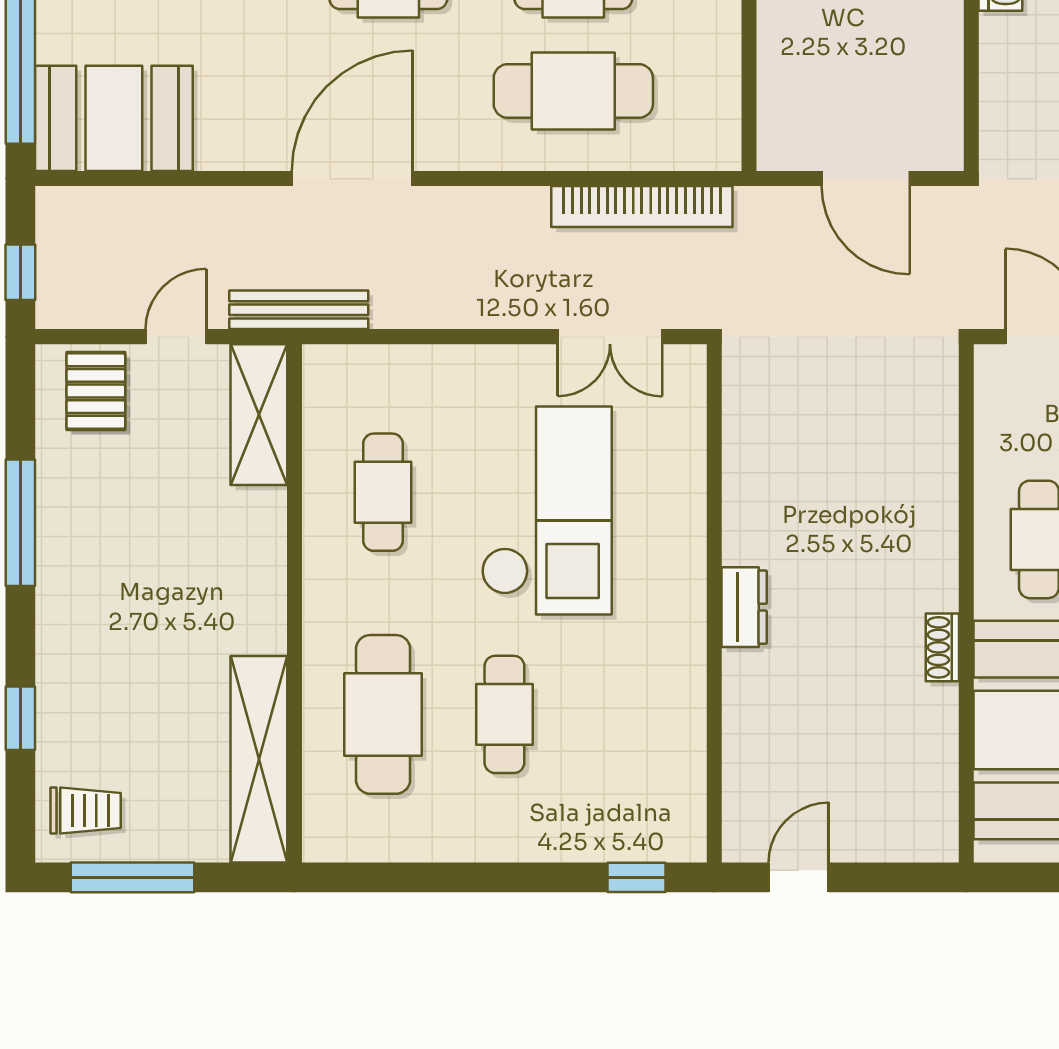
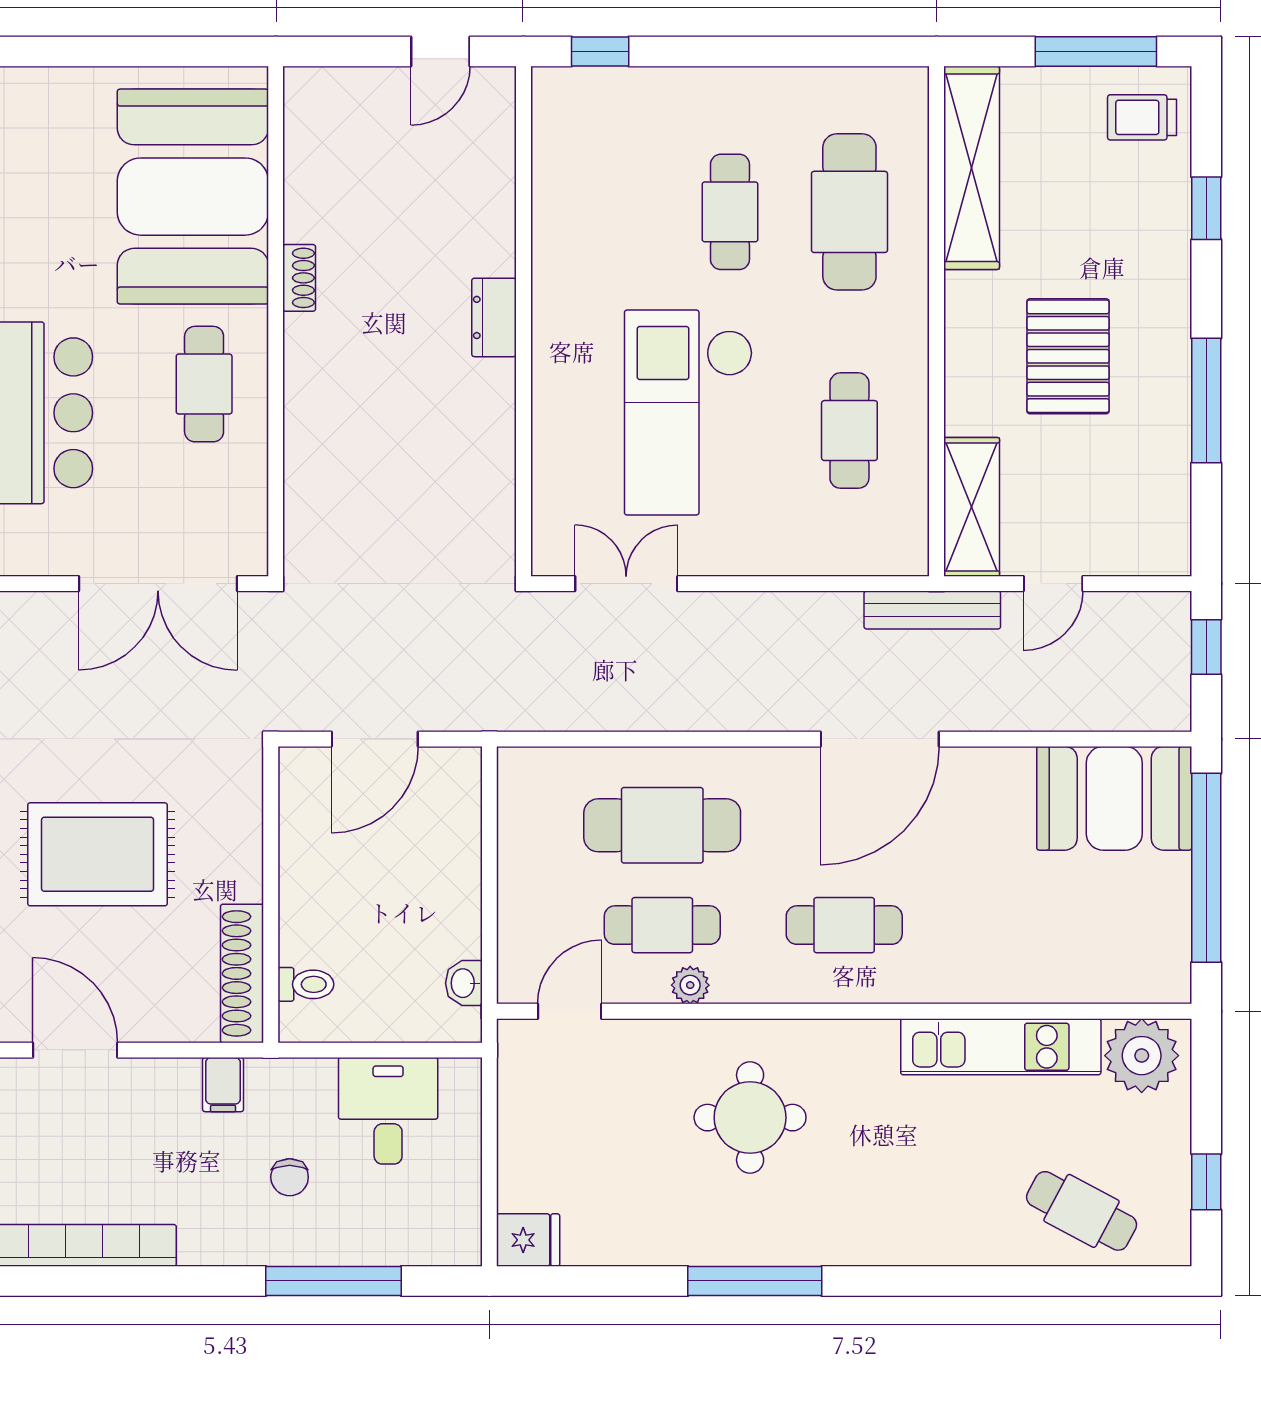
door: (866, 179) -> (375, 739), swing flipped
bookcase: (642, 207) -> (595, 712), removed
pallet: (96, 391) -> (1068, 356), moved, width x1.50, depth x1.42

